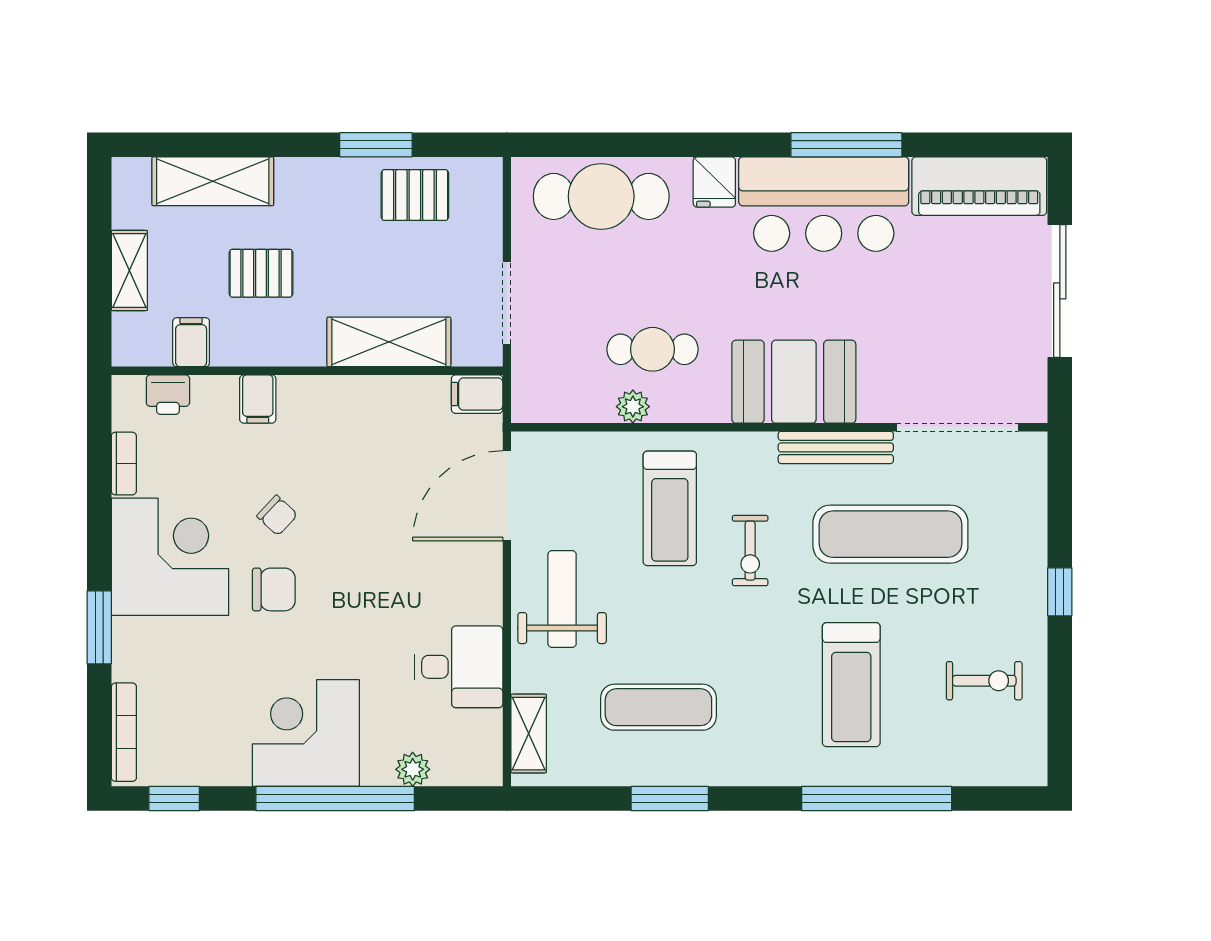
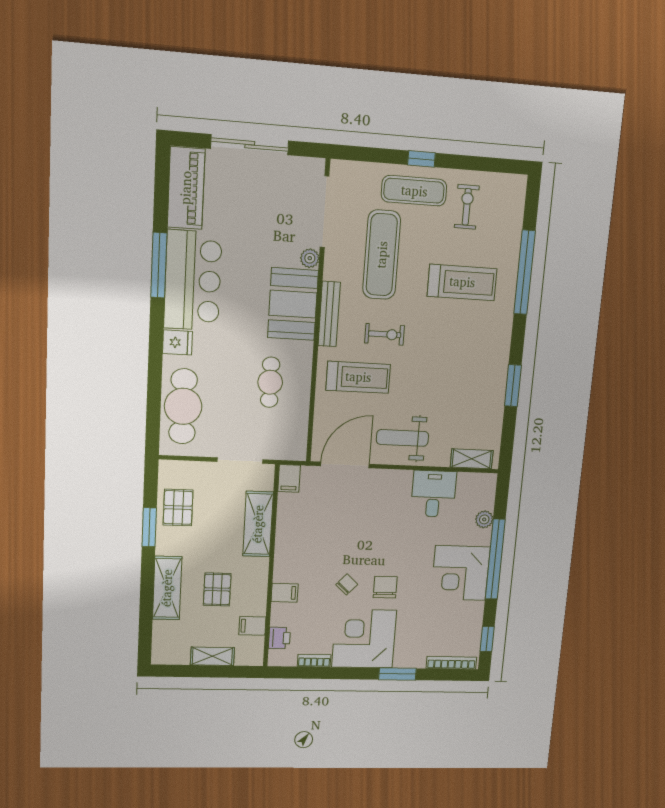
shelving: (213, 181) -> (167, 588), moved
plant: (633, 407) -> (310, 258), moved
bench: (836, 447) -> (329, 314), moved
door: (507, 496) -> (345, 465), swing flipped
exercise mat: (658, 707) -> (414, 191), moved, turned 90

